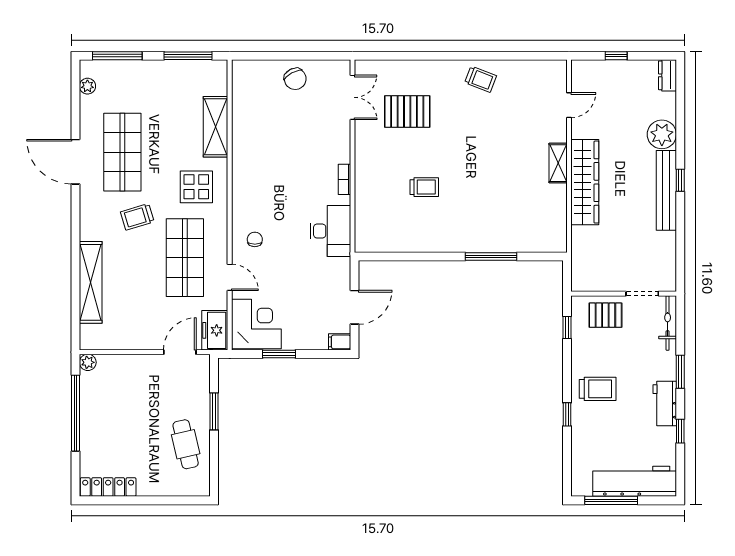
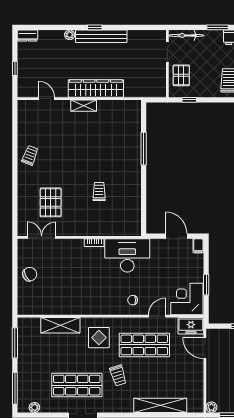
plant: (662, 134) -> (70, 35), width x0.53, depth x0.53
desk: (331, 231) -> (127, 255), width x1.36, depth x1.30

